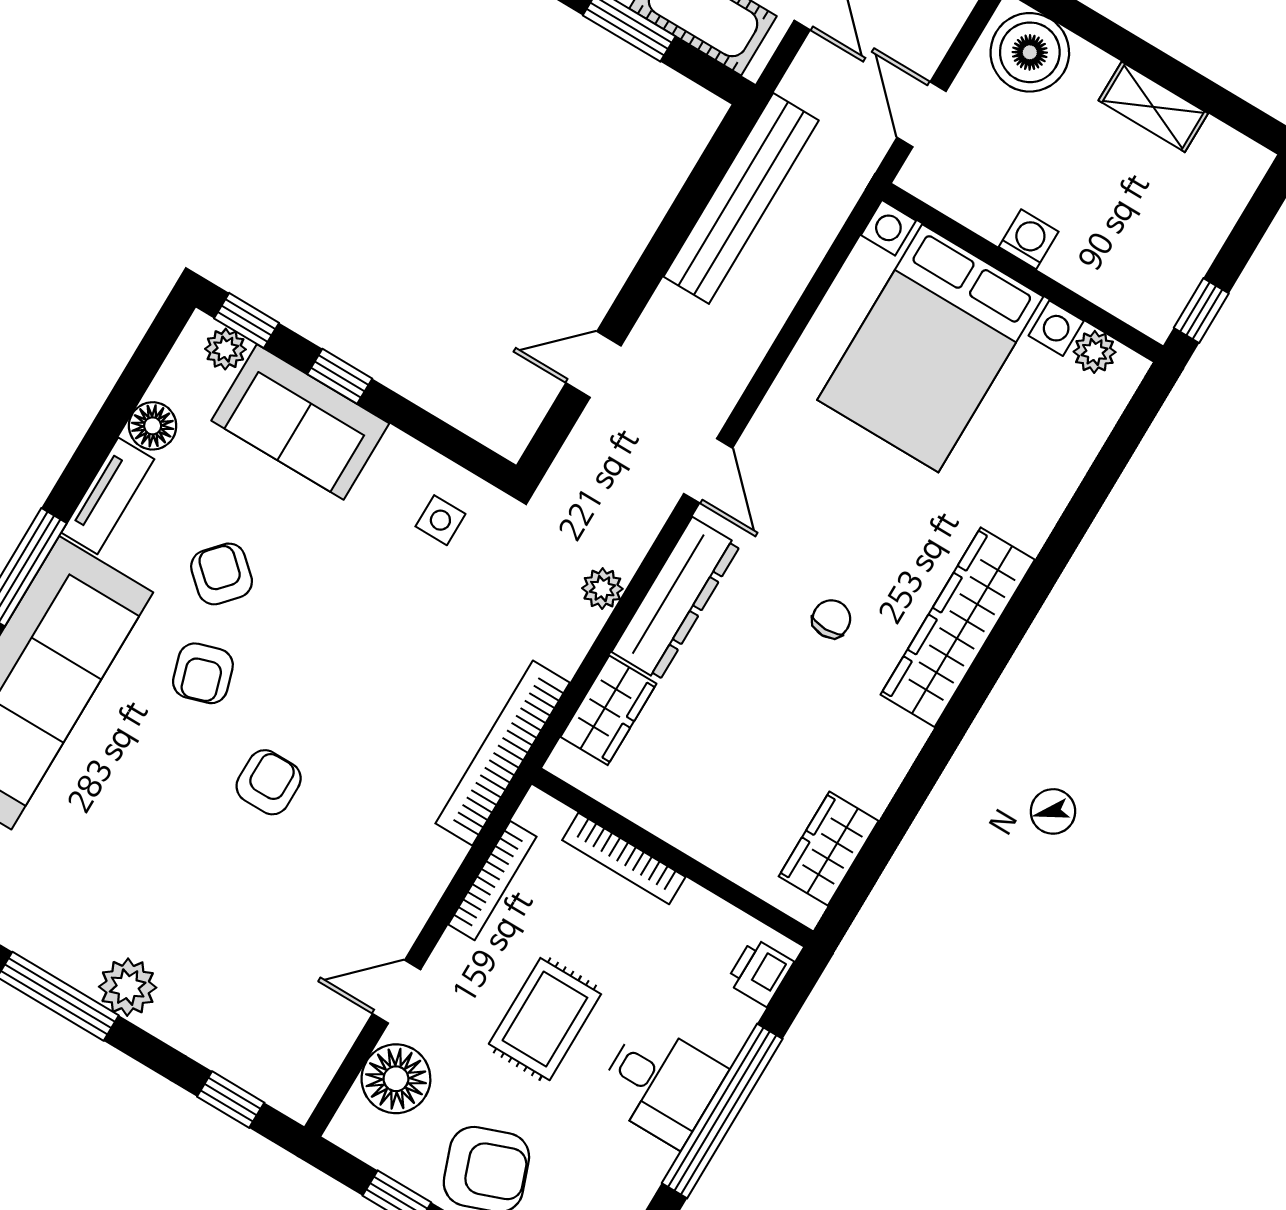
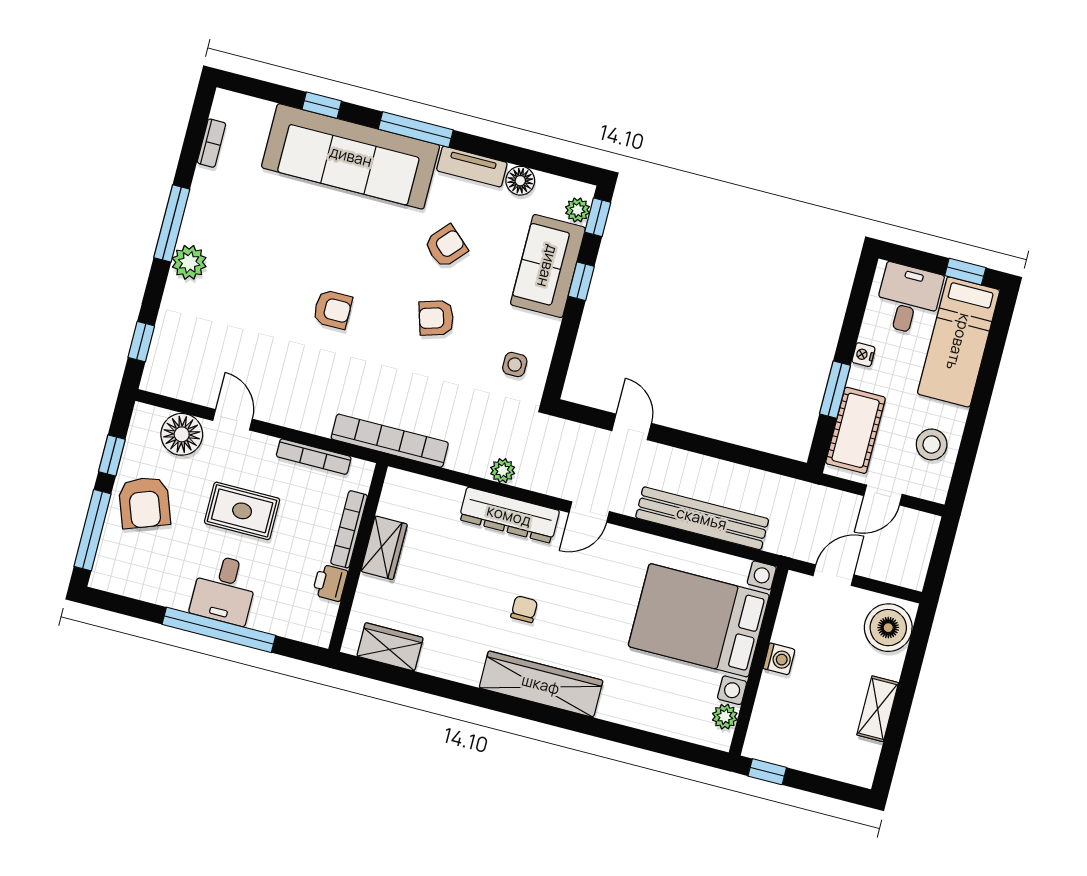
bench: (741, 198) -> (702, 518), moved
chair: (831, 619) -> (524, 609), turned -90
armchair: (203, 673) -> (436, 318), moved
wardrobe: (608, 710) -> (384, 548), moved, turned -90
printer: (760, 972) -> (330, 583), moved, turned -90

